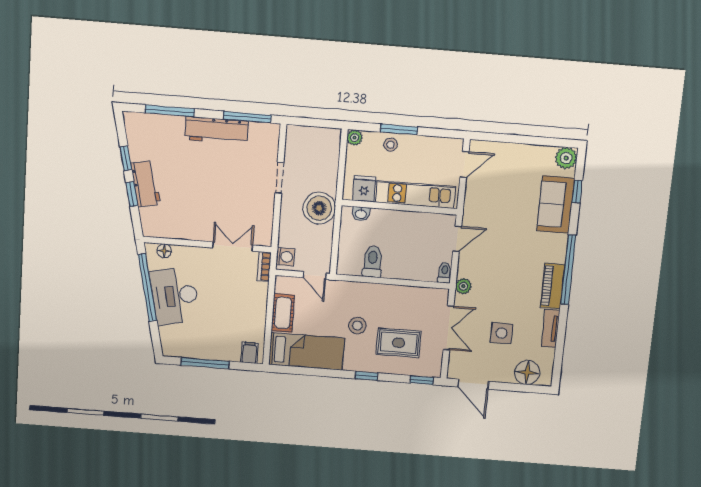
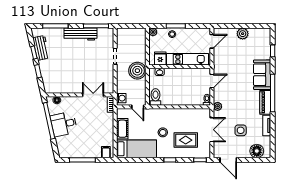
plant: (566, 158) -> (243, 34), moved
workbench: (146, 184) -> (41, 48), moved
sofa: (556, 205) -> (262, 75), moved
toilet: (373, 262) -> (155, 97), moved
desk: (175, 296) -> (64, 124), width x0.73

